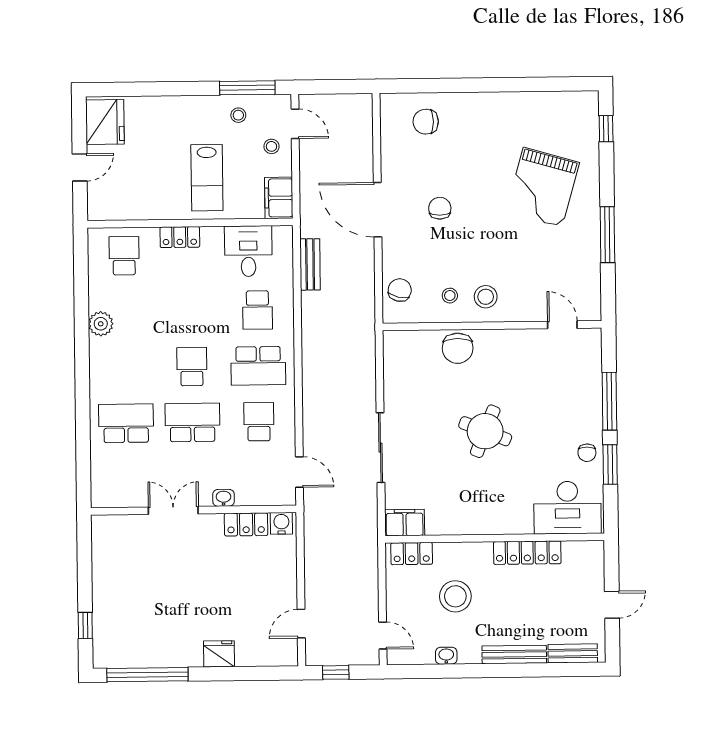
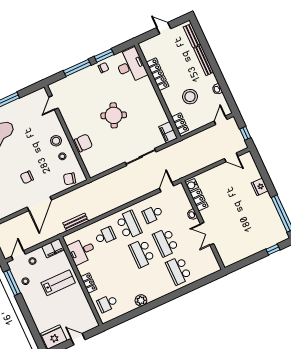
school desk: (192, 367) -> (142, 253), width x1.85

